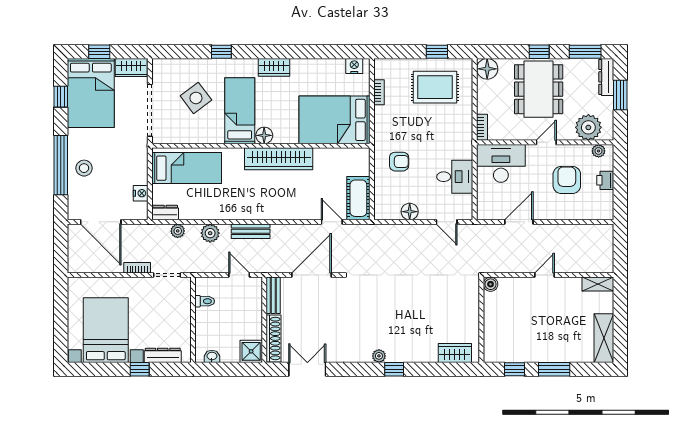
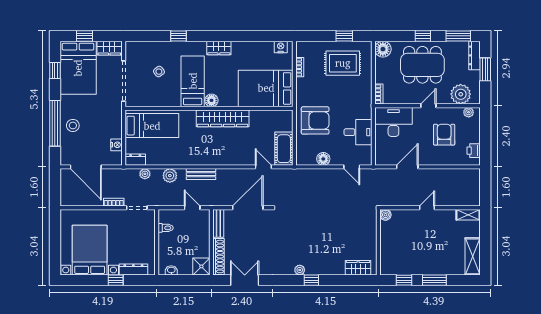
dining table: (539, 89) -> (422, 65), turned 90
side table: (196, 98) -> (159, 72), width x0.54, depth x0.54
armchair: (399, 162) -> (315, 120), width x1.88, depth x1.88
printer: (605, 180) -> (474, 151), moved

